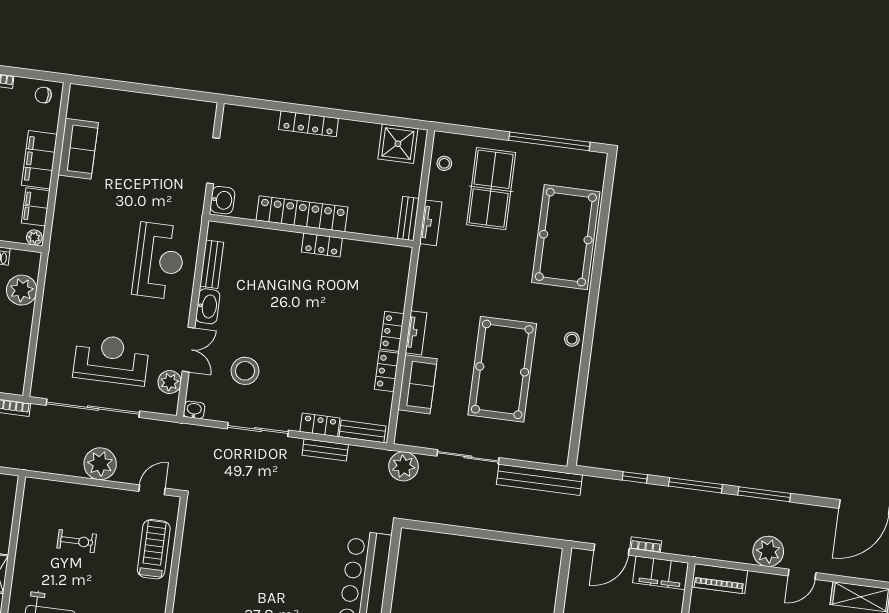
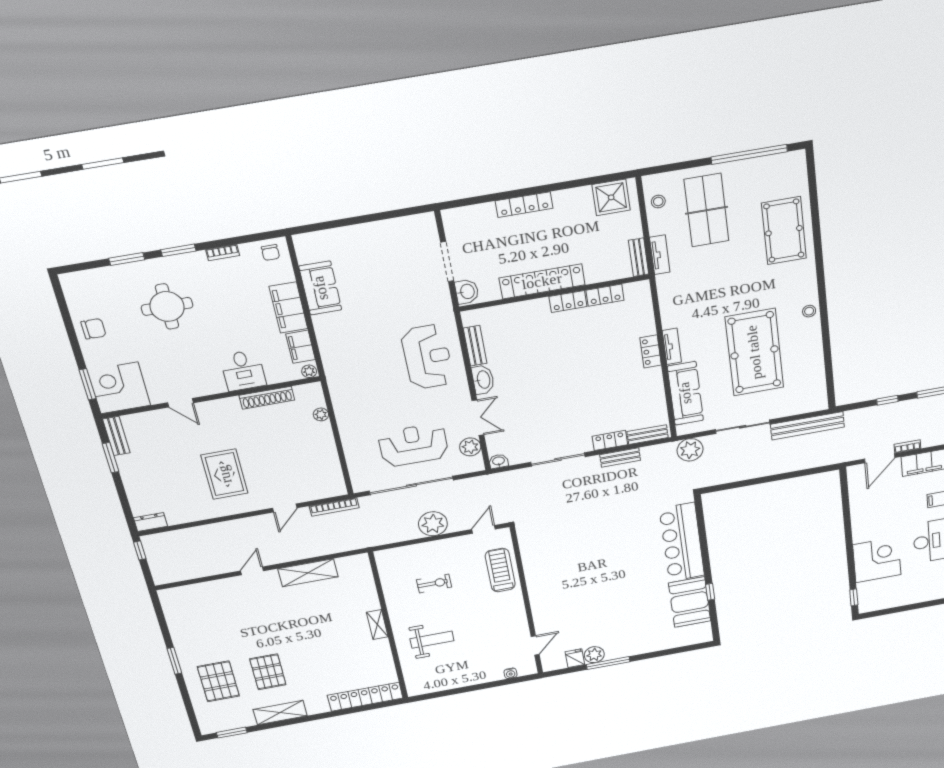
chair: (43, 95) -> (270, 253), turned -90
pool table: (566, 237) -> (784, 231), width x0.73, depth x0.76
plant: (22, 290) -> (321, 414), width x0.53, depth x0.53
stool: (245, 371) -> (532, 419), removed
locker: (387, 371) -> (605, 295), moved, turned -90
sofa: (417, 384) -> (685, 393), width x1.36

